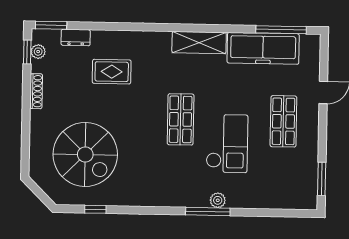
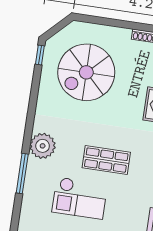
plant: (218, 200) -> (43, 146), moved, width x1.87, depth x1.87
window: (95, 209) -> (40, 55), moved

